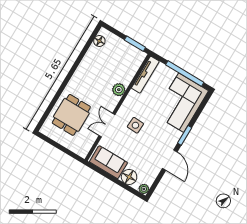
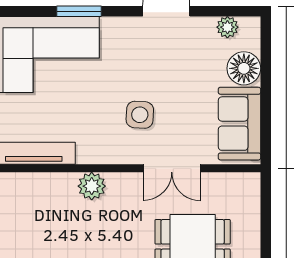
window: (185, 135) -> (79, 11), moved
plant: (144, 189) -> (227, 27), moved

